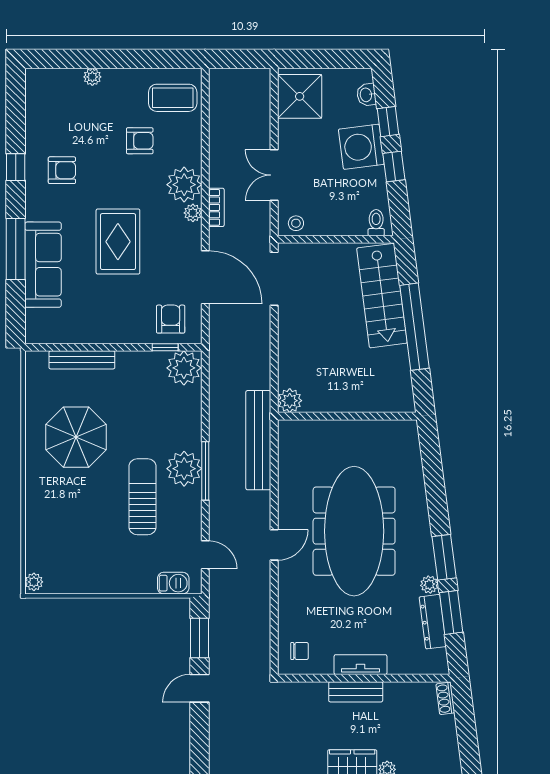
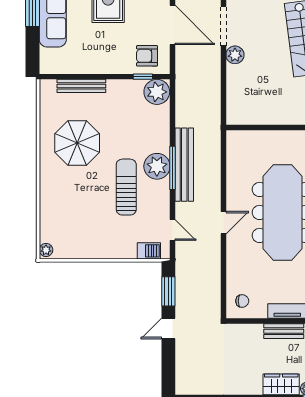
armchair: (171, 319) -> (147, 56), turned -90
plant: (290, 401) -> (235, 55), moved
bench: (258, 440) -> (184, 165), moved

